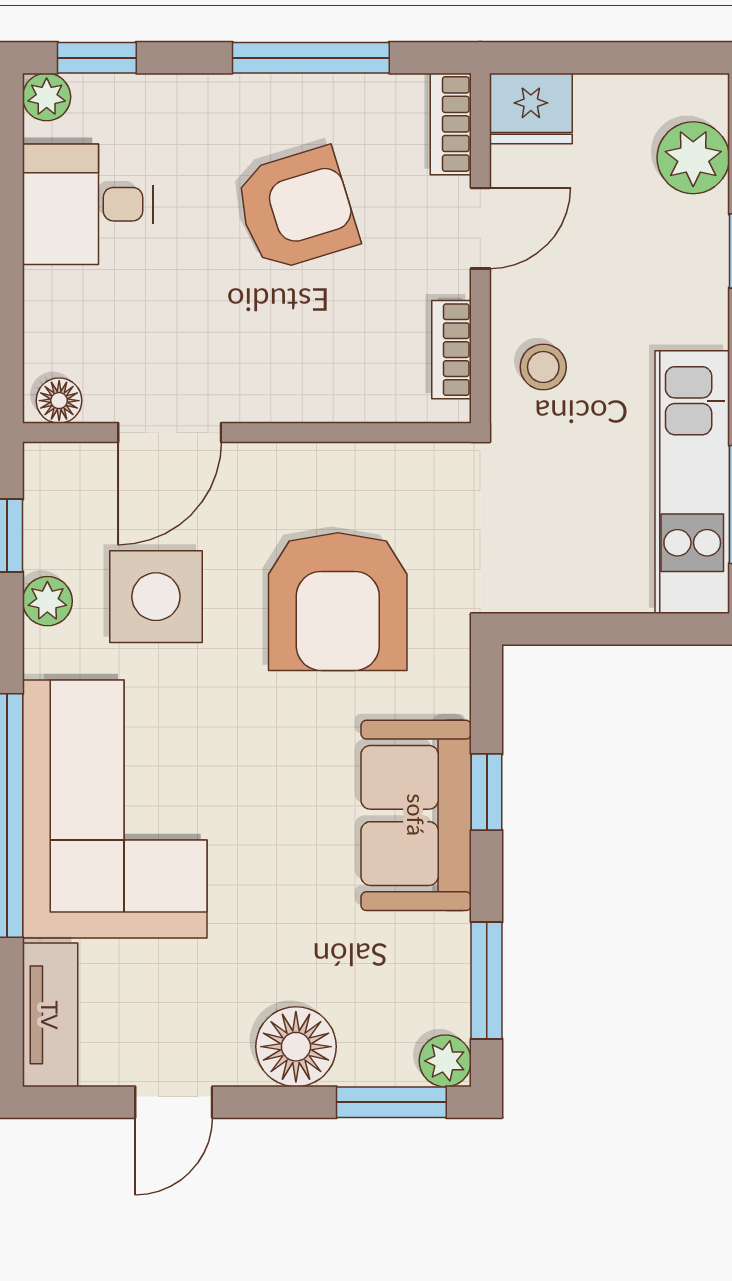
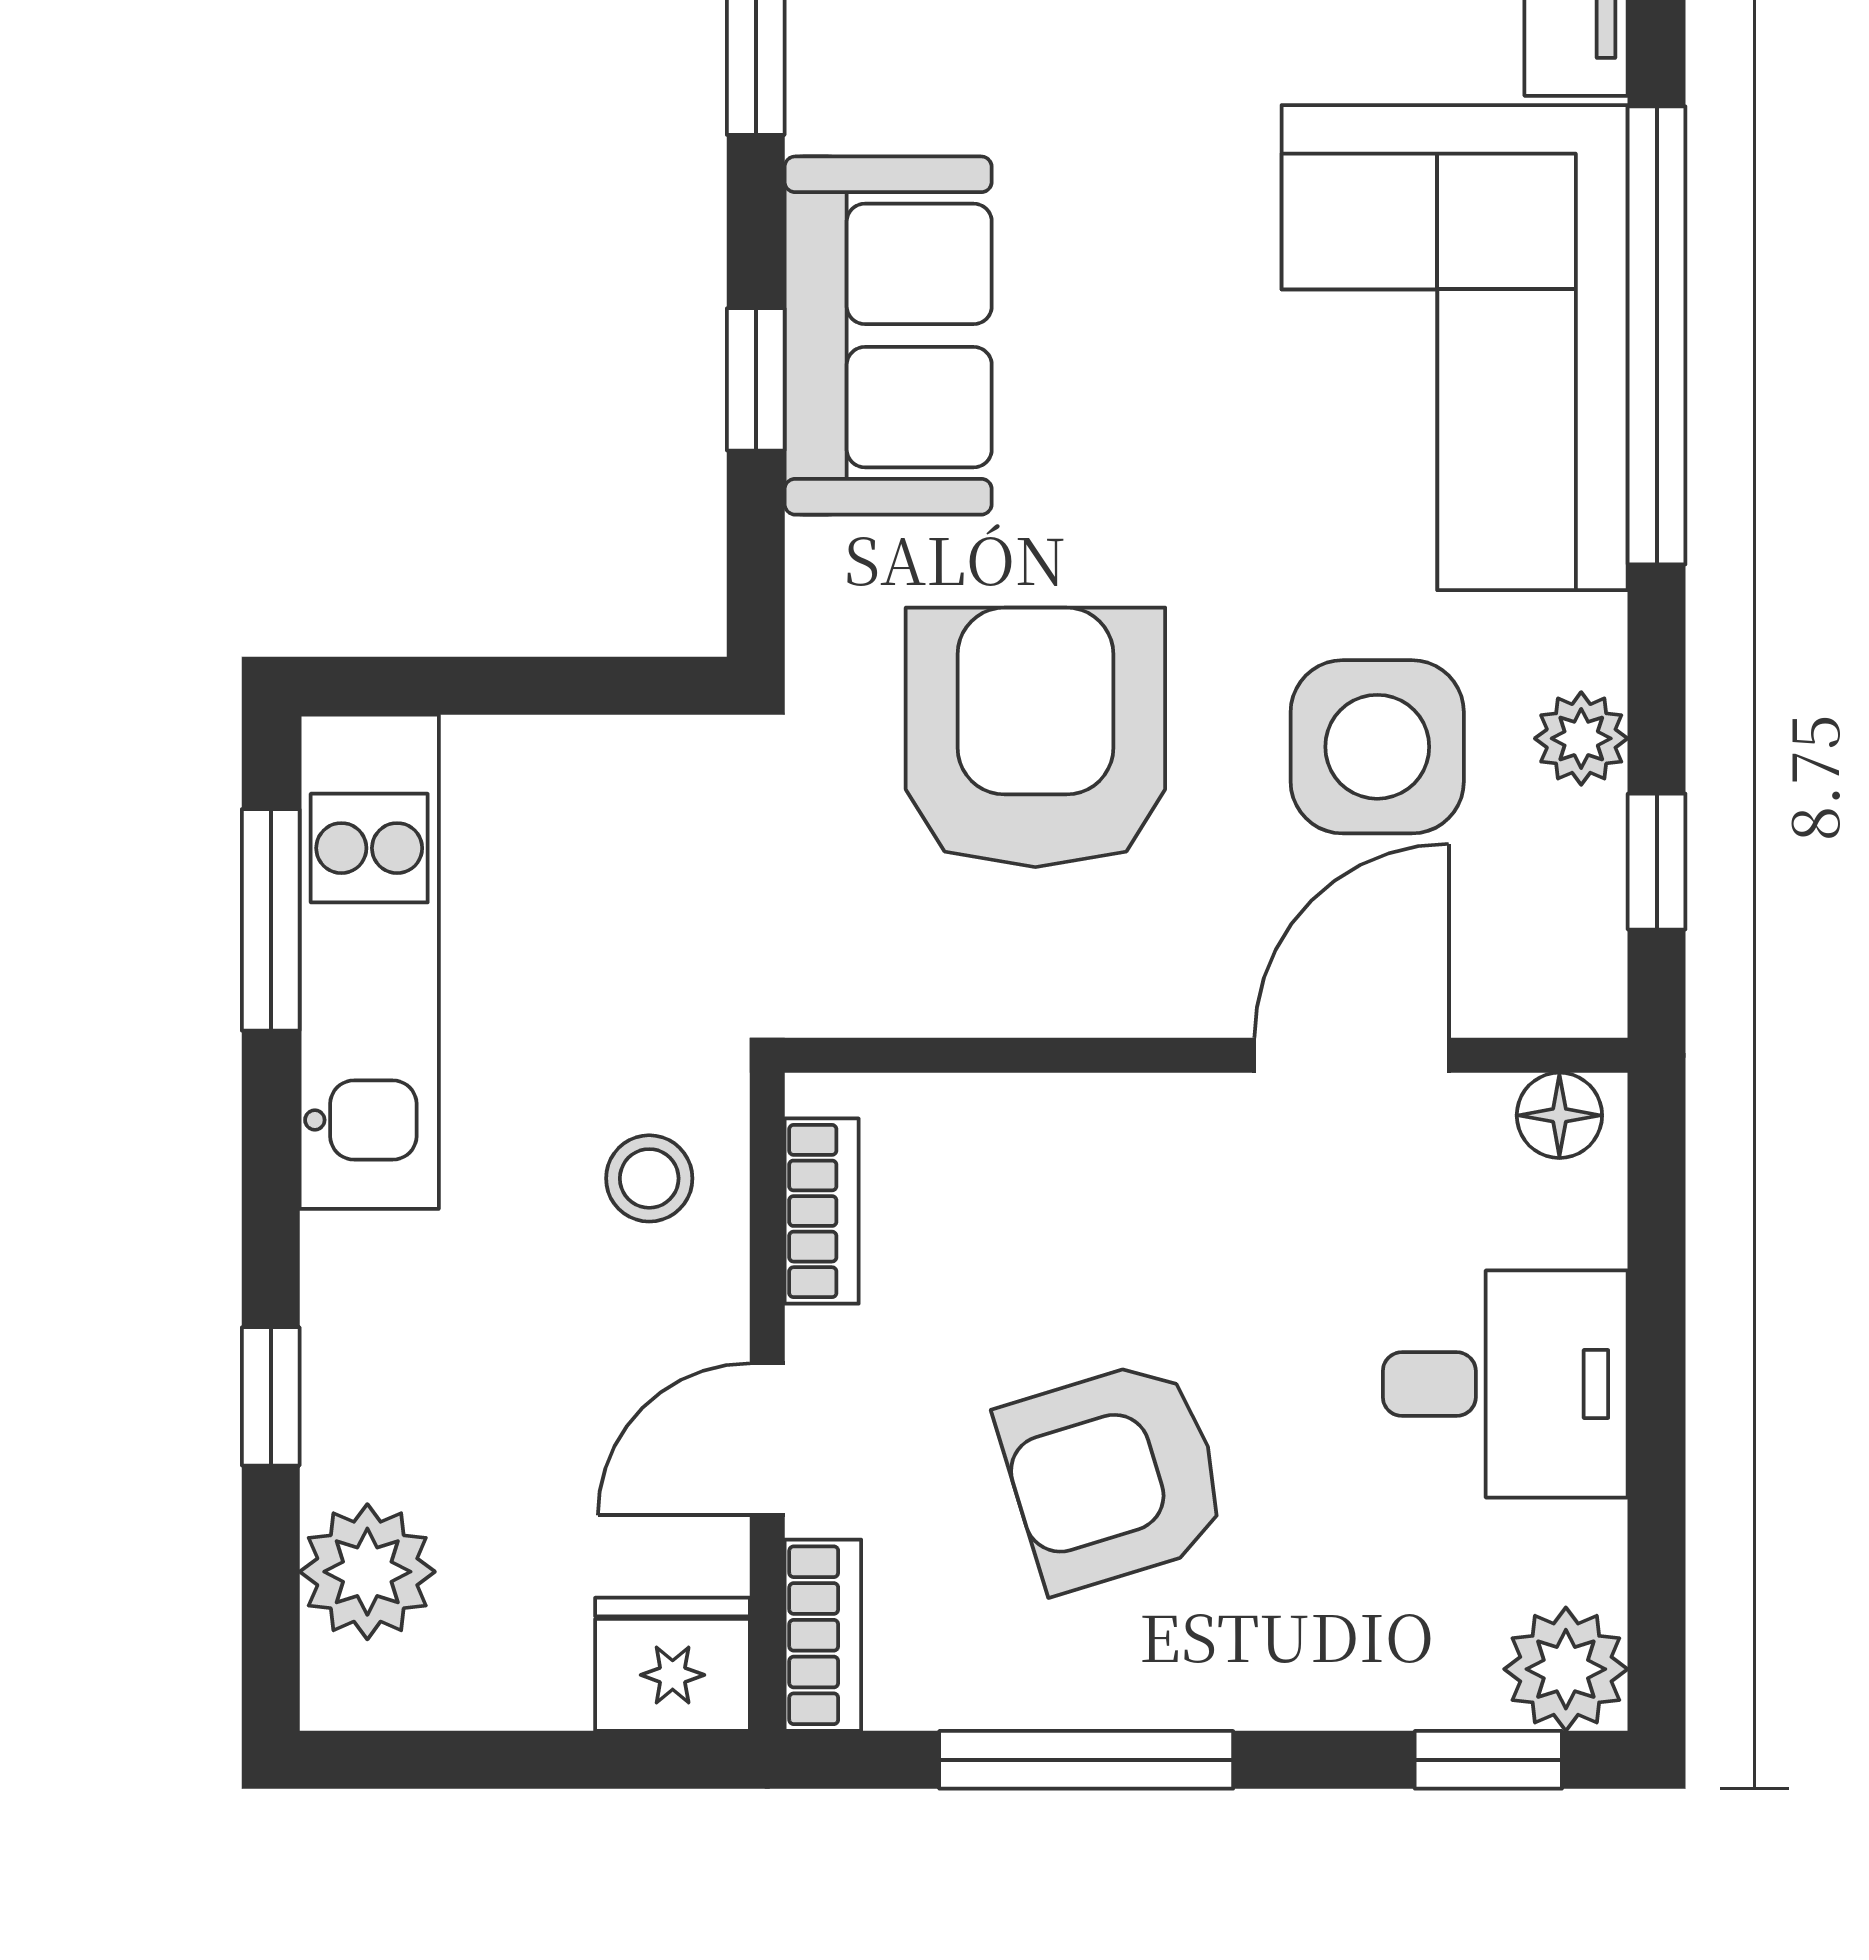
plant: (47, 97) -> (1566, 1669), width x1.38, depth x1.38
desk: (88, 204) -> (1505, 1384), moved

